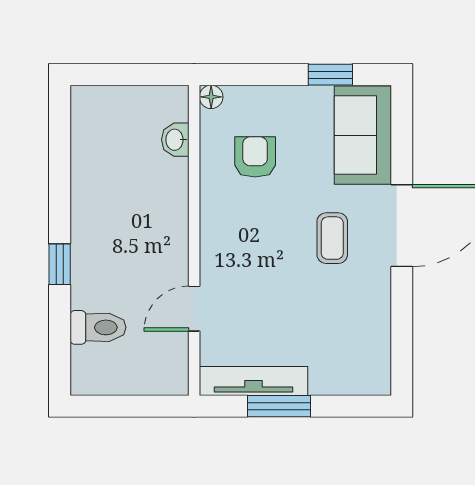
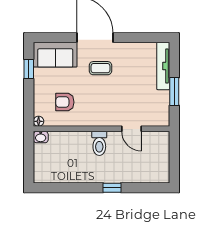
washbasin: (175, 140) -> (41, 137), moved
toilet: (98, 327) -> (99, 143), moved, turned 180
tv unit: (253, 381) -> (163, 66), moved

